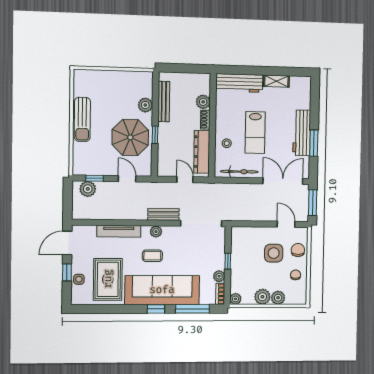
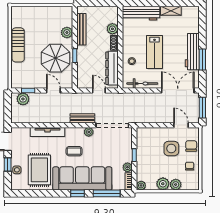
plant: (156, 232) -> (89, 132), moved

